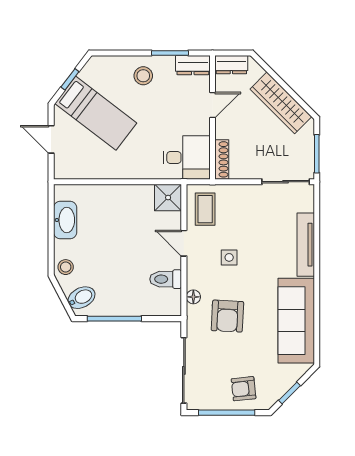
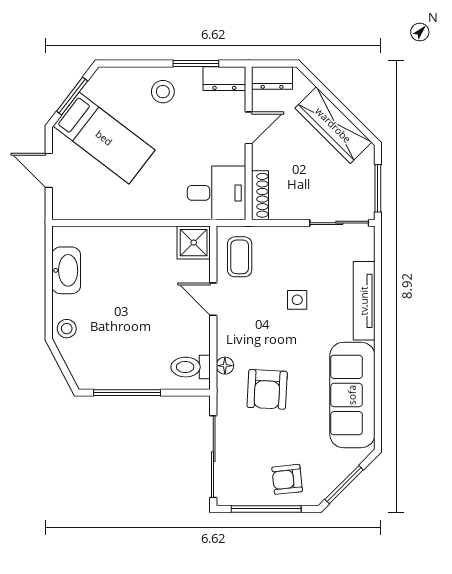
window: (70, 79) -> (72, 96), width x1.50
side table: (229, 257) -> (297, 300), moved
toilet: (166, 279) -> (191, 367), moved
bidet: (81, 298) -> (86, 366), removed
window: (289, 393) -> (344, 485), width x1.50

